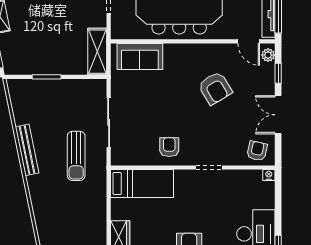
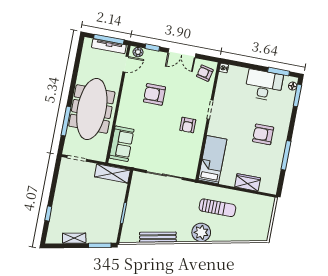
armchair: (215, 88) -> (154, 94), turned -149
armchair: (169, 147) -> (188, 125), moved, turned -90
bench: (27, 150) -> (158, 237), moved
sun lounger: (76, 156) -> (217, 208), moved
plant: (40, 187) -> (201, 232), added

